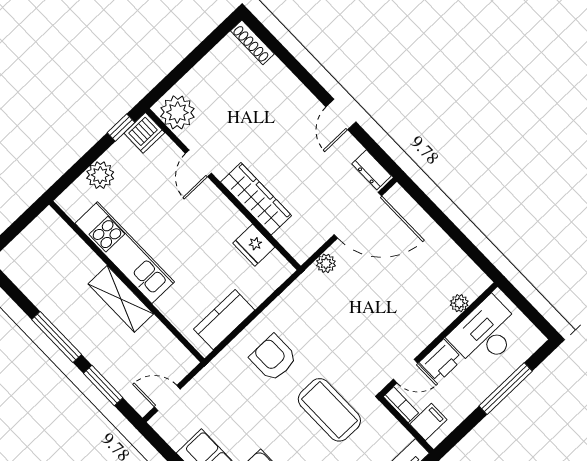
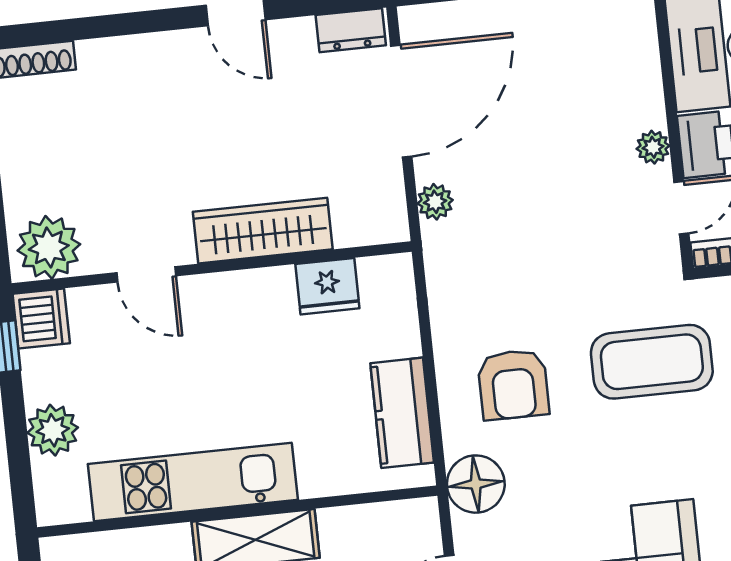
plant: (459, 303) -> (653, 147), moved
armchair: (273, 358) -> (513, 385), turned -90
floor lamp: (218, 375) -> (476, 484), added

